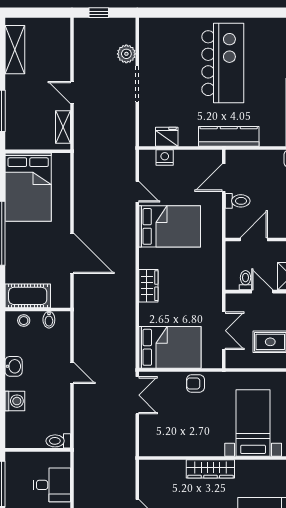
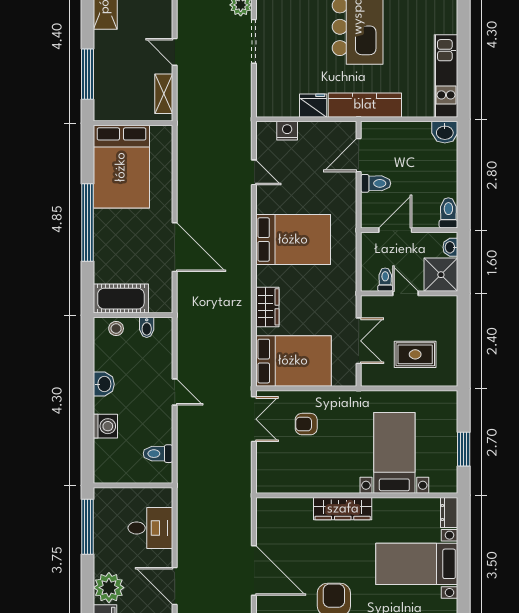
fridge: (167, 137) -> (313, 106), moved
bed: (170, 226) -> (293, 240), moved
wardrobe: (148, 286) -> (267, 307), moved
armchair: (195, 383) -> (306, 424), moved
toilet: (58, 441) -> (158, 454), moved

